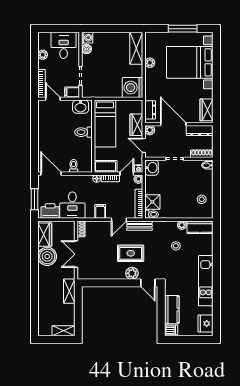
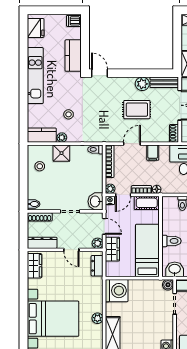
boiler: (87, 49) -> (168, 285), moved
door: (173, 124) -> (71, 250), width x0.53
shower: (152, 202) -> (61, 153), moved
bench: (139, 226) -> (164, 82), moved
rug: (131, 253) -> (137, 110), moved
plant: (132, 273) -> (142, 84), moved
kitchen counter: (172, 310) -> (73, 56), moved

